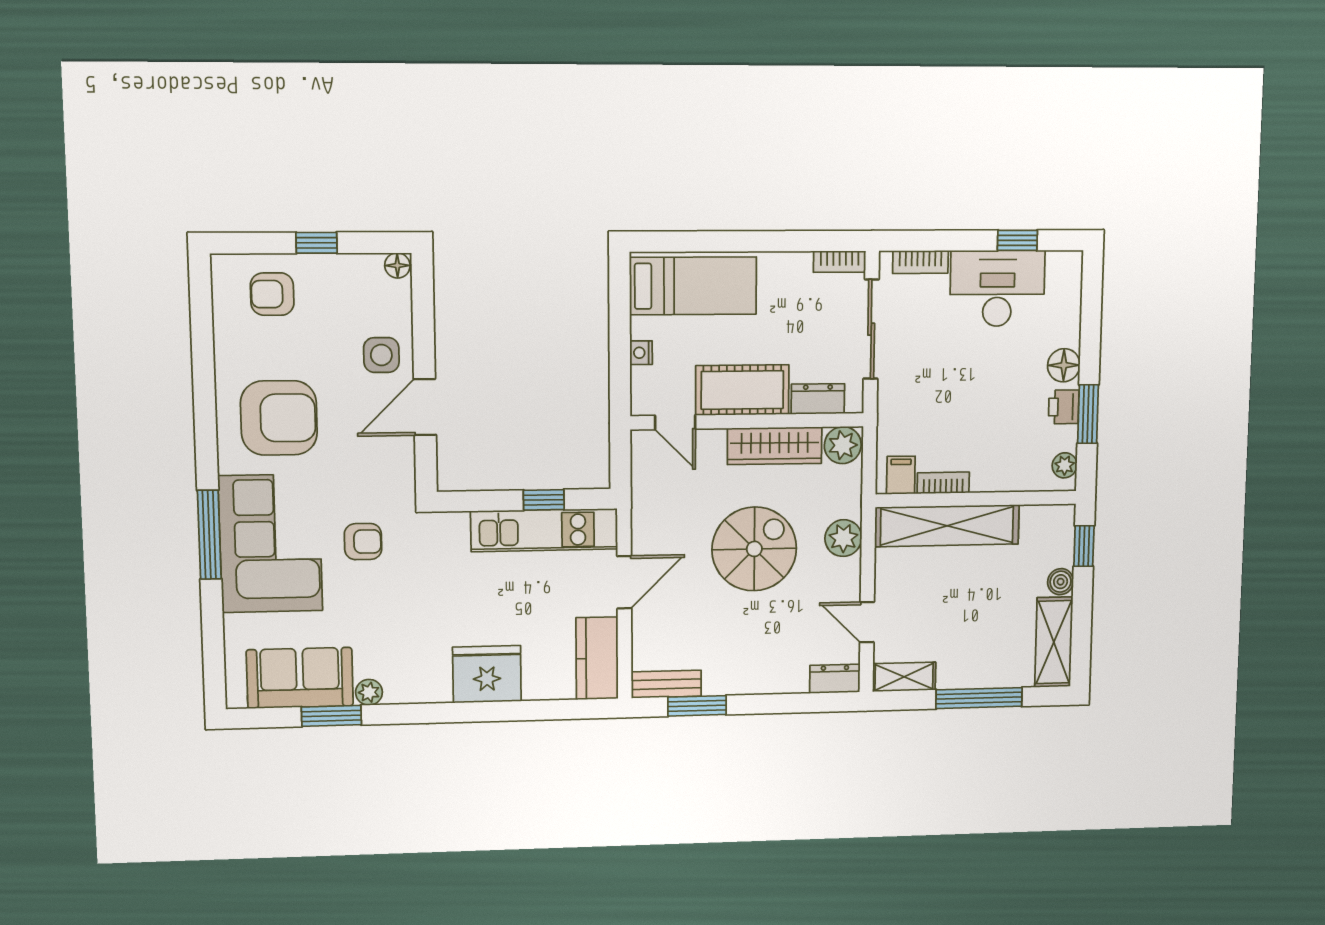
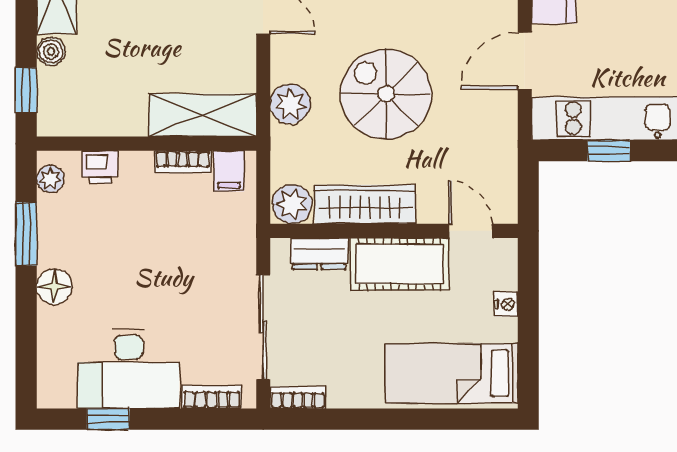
printer: (1064, 407) -> (100, 167), moved, turned 90
shelving: (947, 526) -> (203, 115), width x0.68
spiral stairs: (754, 549) -> (386, 94), turned 90

